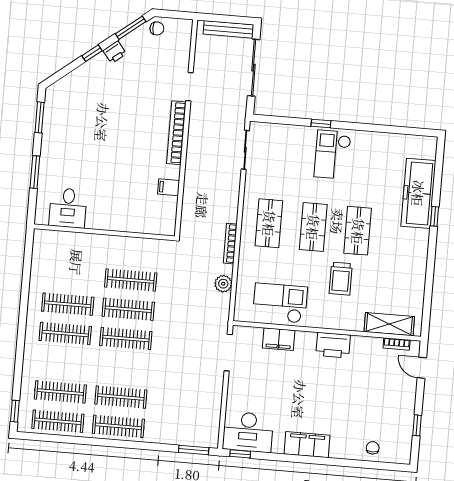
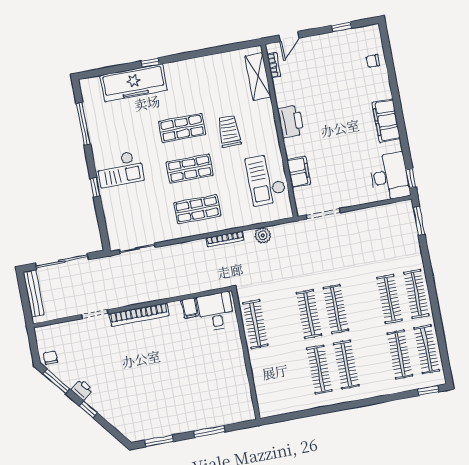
window: (390, 129) -> (83, 124), added
desk: (68, 208) -> (216, 312), moved, turned -90
trolley: (341, 279) -> (229, 131), turned -90
clothes rail: (131, 280) -> (255, 324), moved

